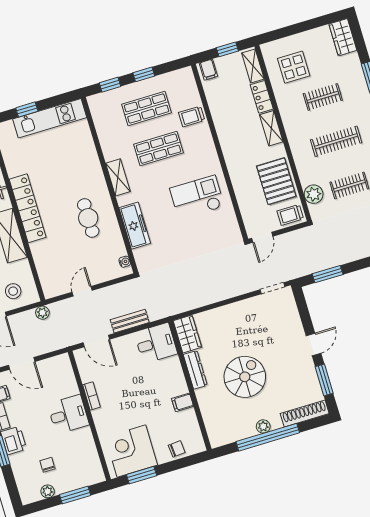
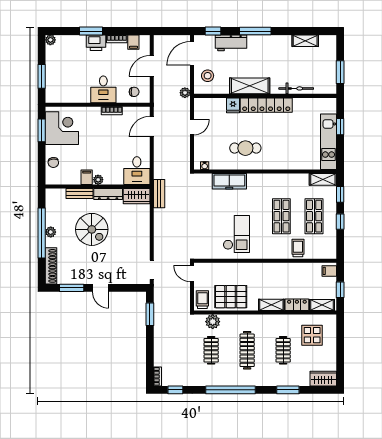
shelving: (118, 177) -> (323, 179), moved
fridge: (40, 249) -> (233, 105), added
door: (82, 291) -> (192, 127), hinge flipped
bench: (130, 321) -> (159, 194), moved
plant: (181, 387) -> (98, 180), added
bench: (205, 405) -> (79, 194), added
chair: (47, 465) -> (134, 92), moved
plant: (48, 491) -> (50, 40), moved

